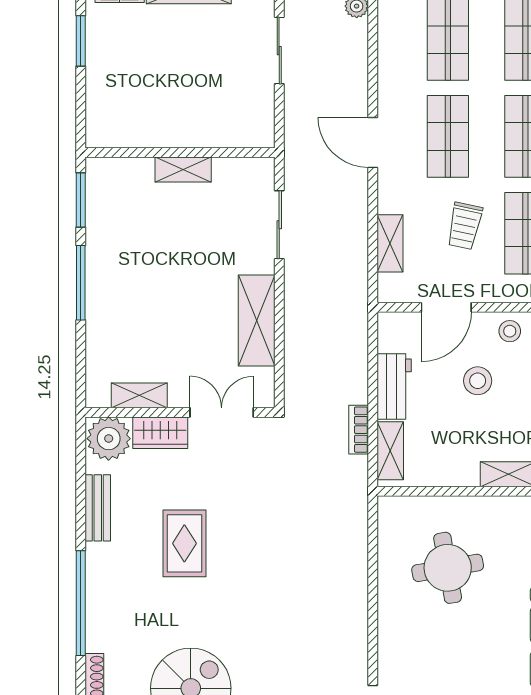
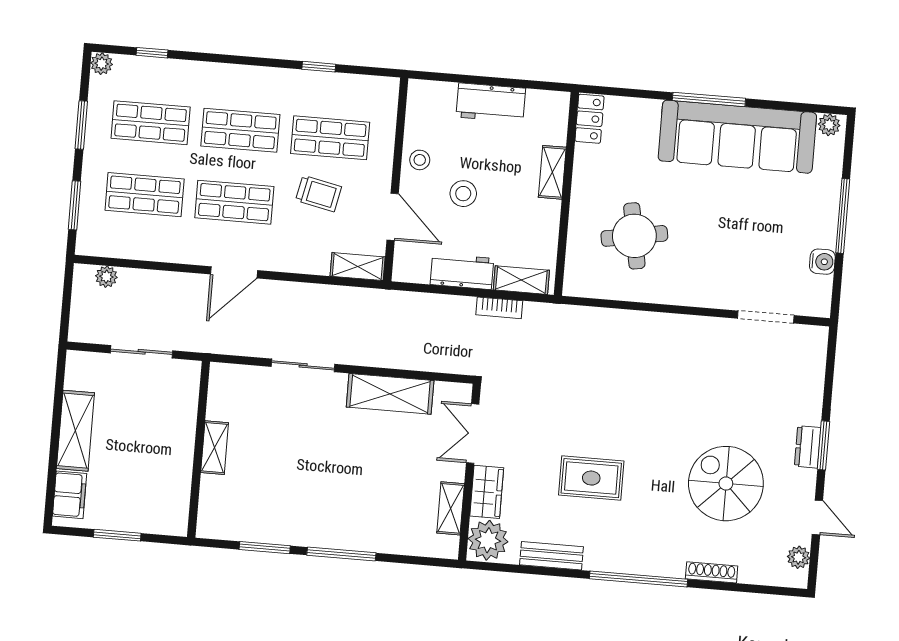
wall: (180, 152) -> (199, 449), moved
shelving: (183, 169) -> (215, 448), moved
shelving: (390, 243) -> (358, 267), moved

